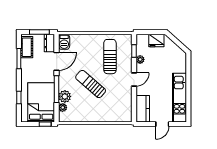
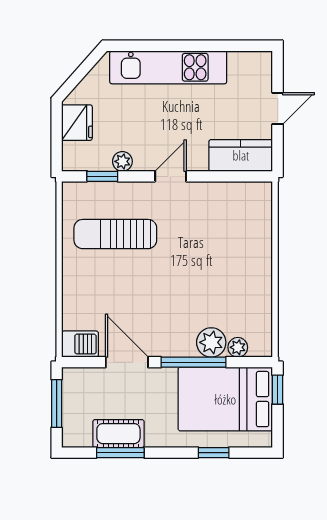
dresser: (49, 43) -> (83, 379), removed
cot: (27, 47) -> (118, 434), moved
door: (134, 80) -> (171, 176), hinge flipped
sun lounger: (91, 84) -> (181, 280), removed
kitchen unit: (179, 98) -> (168, 67), moved
door: (162, 124) -> (278, 108), hinge flipped

